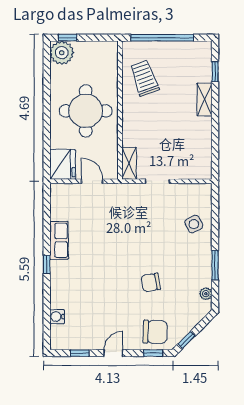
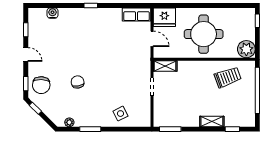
plant: (62, 53) -> (246, 49), moved
window: (215, 156) -> (170, 129), added
door: (92, 181) -> (152, 39), hinge flipped
row of seats: (59, 240) -> (136, 14), moved

